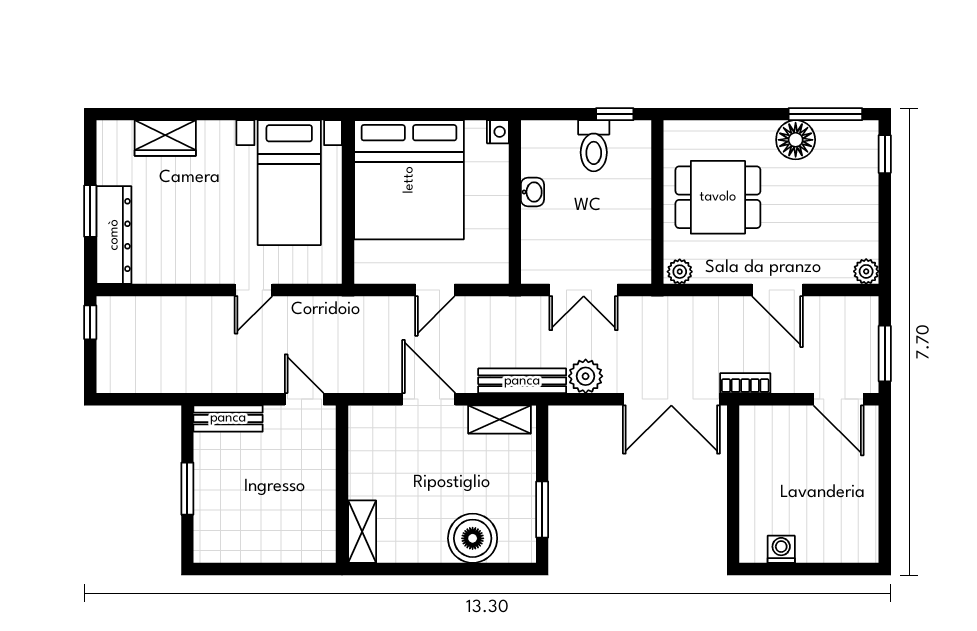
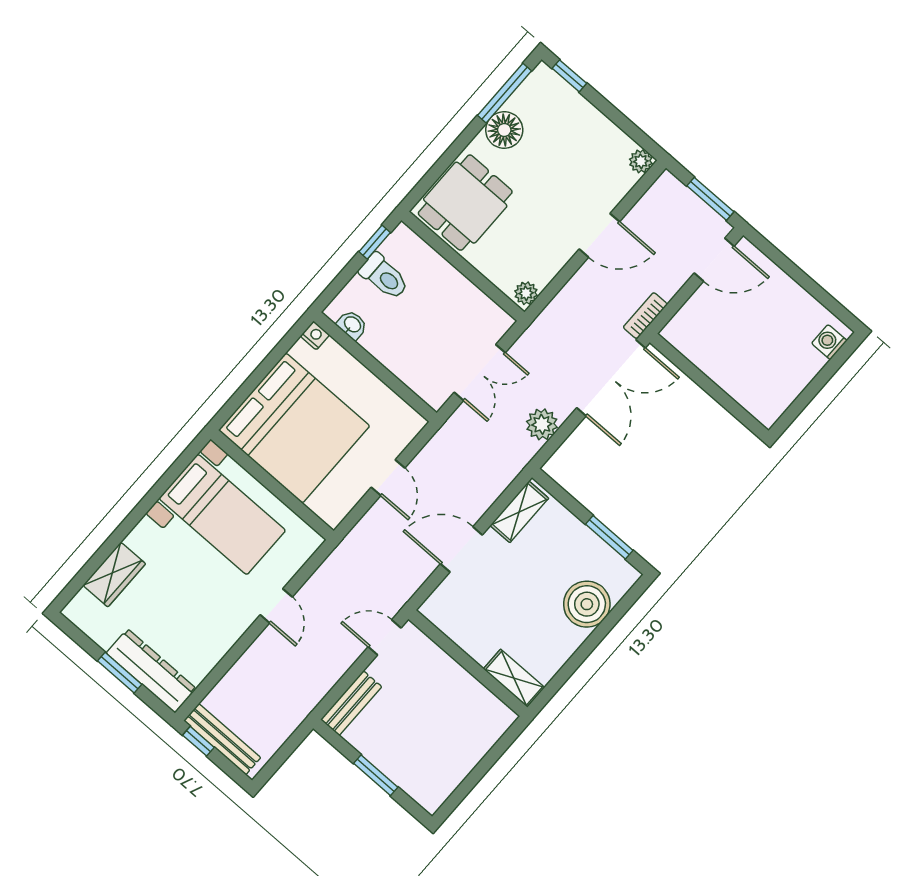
washbasin: (532, 192) -> (352, 325), moved
dining table: (718, 197) -> (465, 203), moved
bench: (522, 381) -> (222, 739), moved, turned 90
washing machine: (781, 549) -> (829, 342), moved

